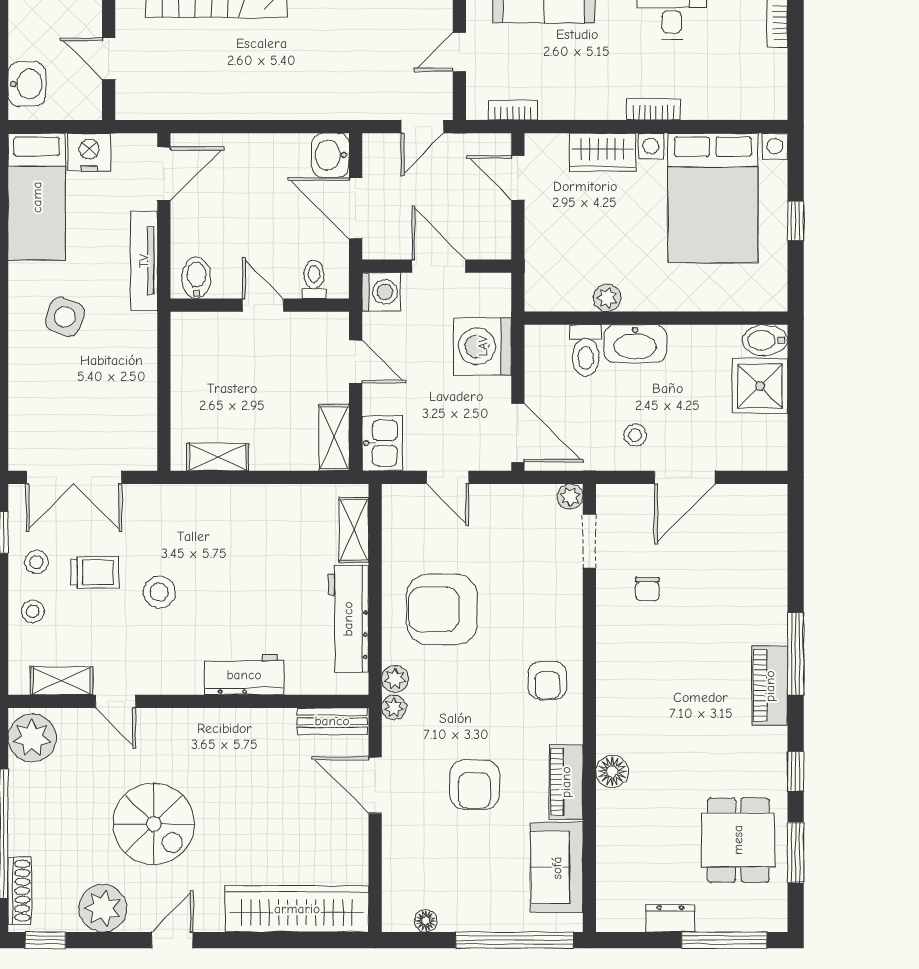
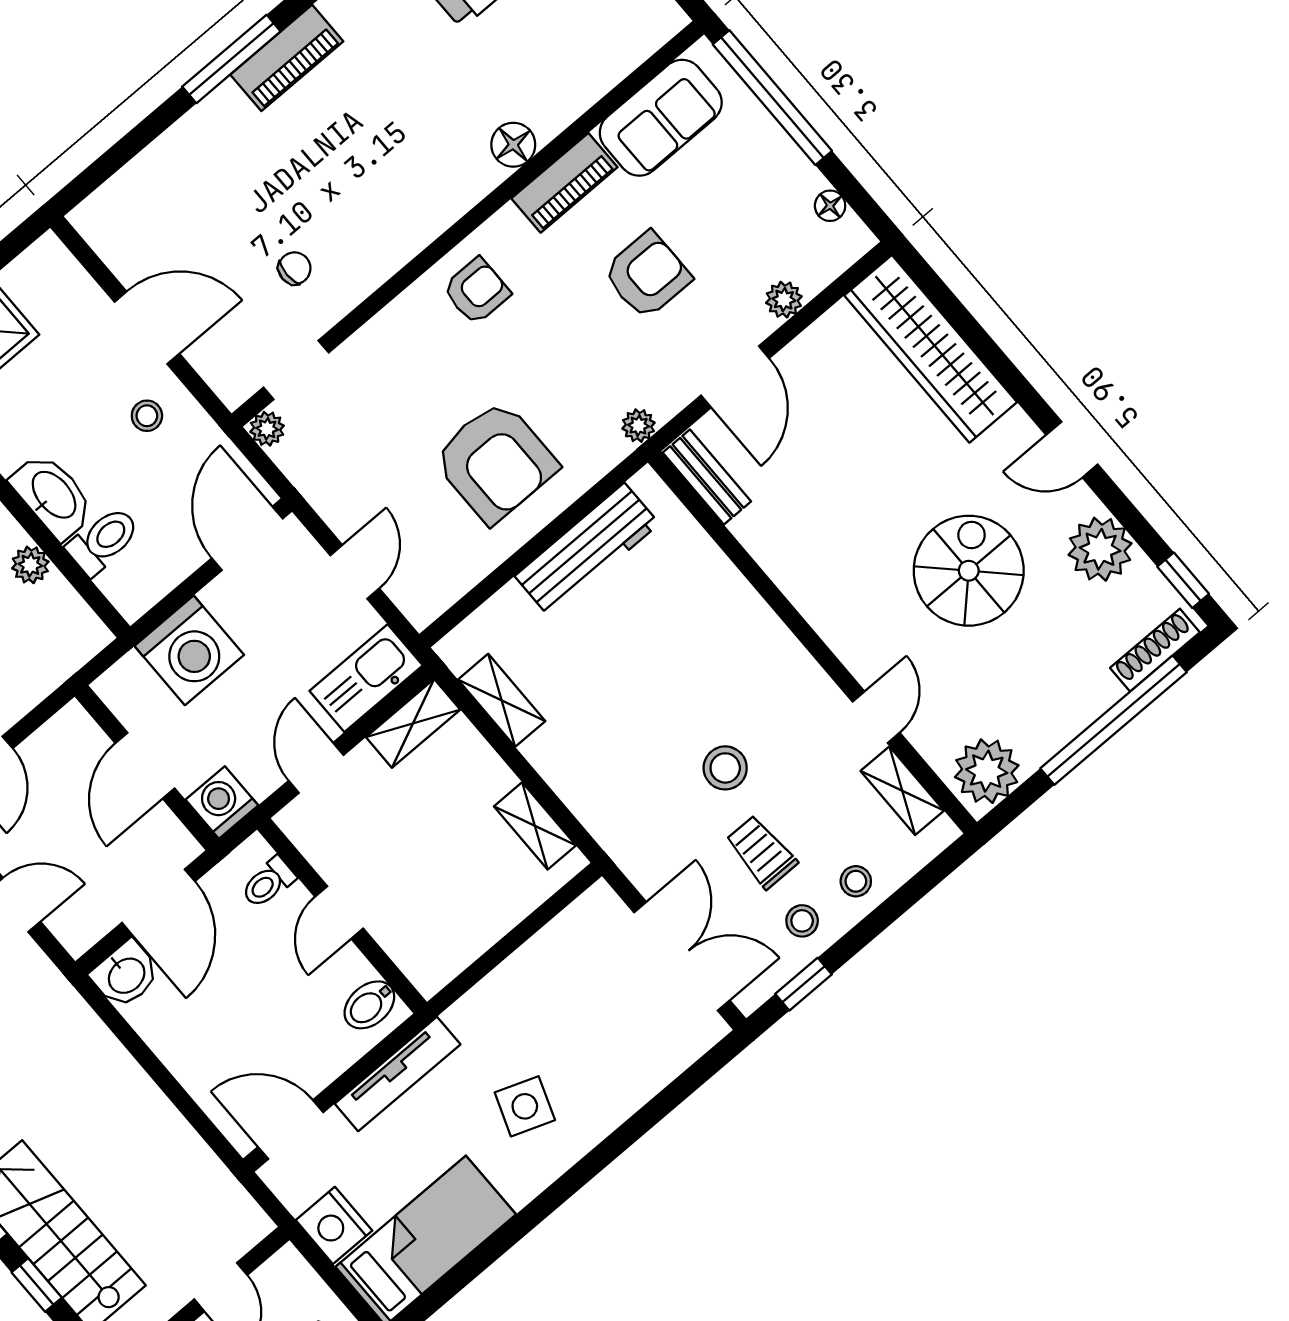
kitchen sink: (382, 443) -> (366, 678), width x1.38
shelving: (354, 530) -> (502, 700), moved, turned 90
workbench: (244, 675) -> (736, 608), removed
plant: (395, 679) -> (784, 300), moved

